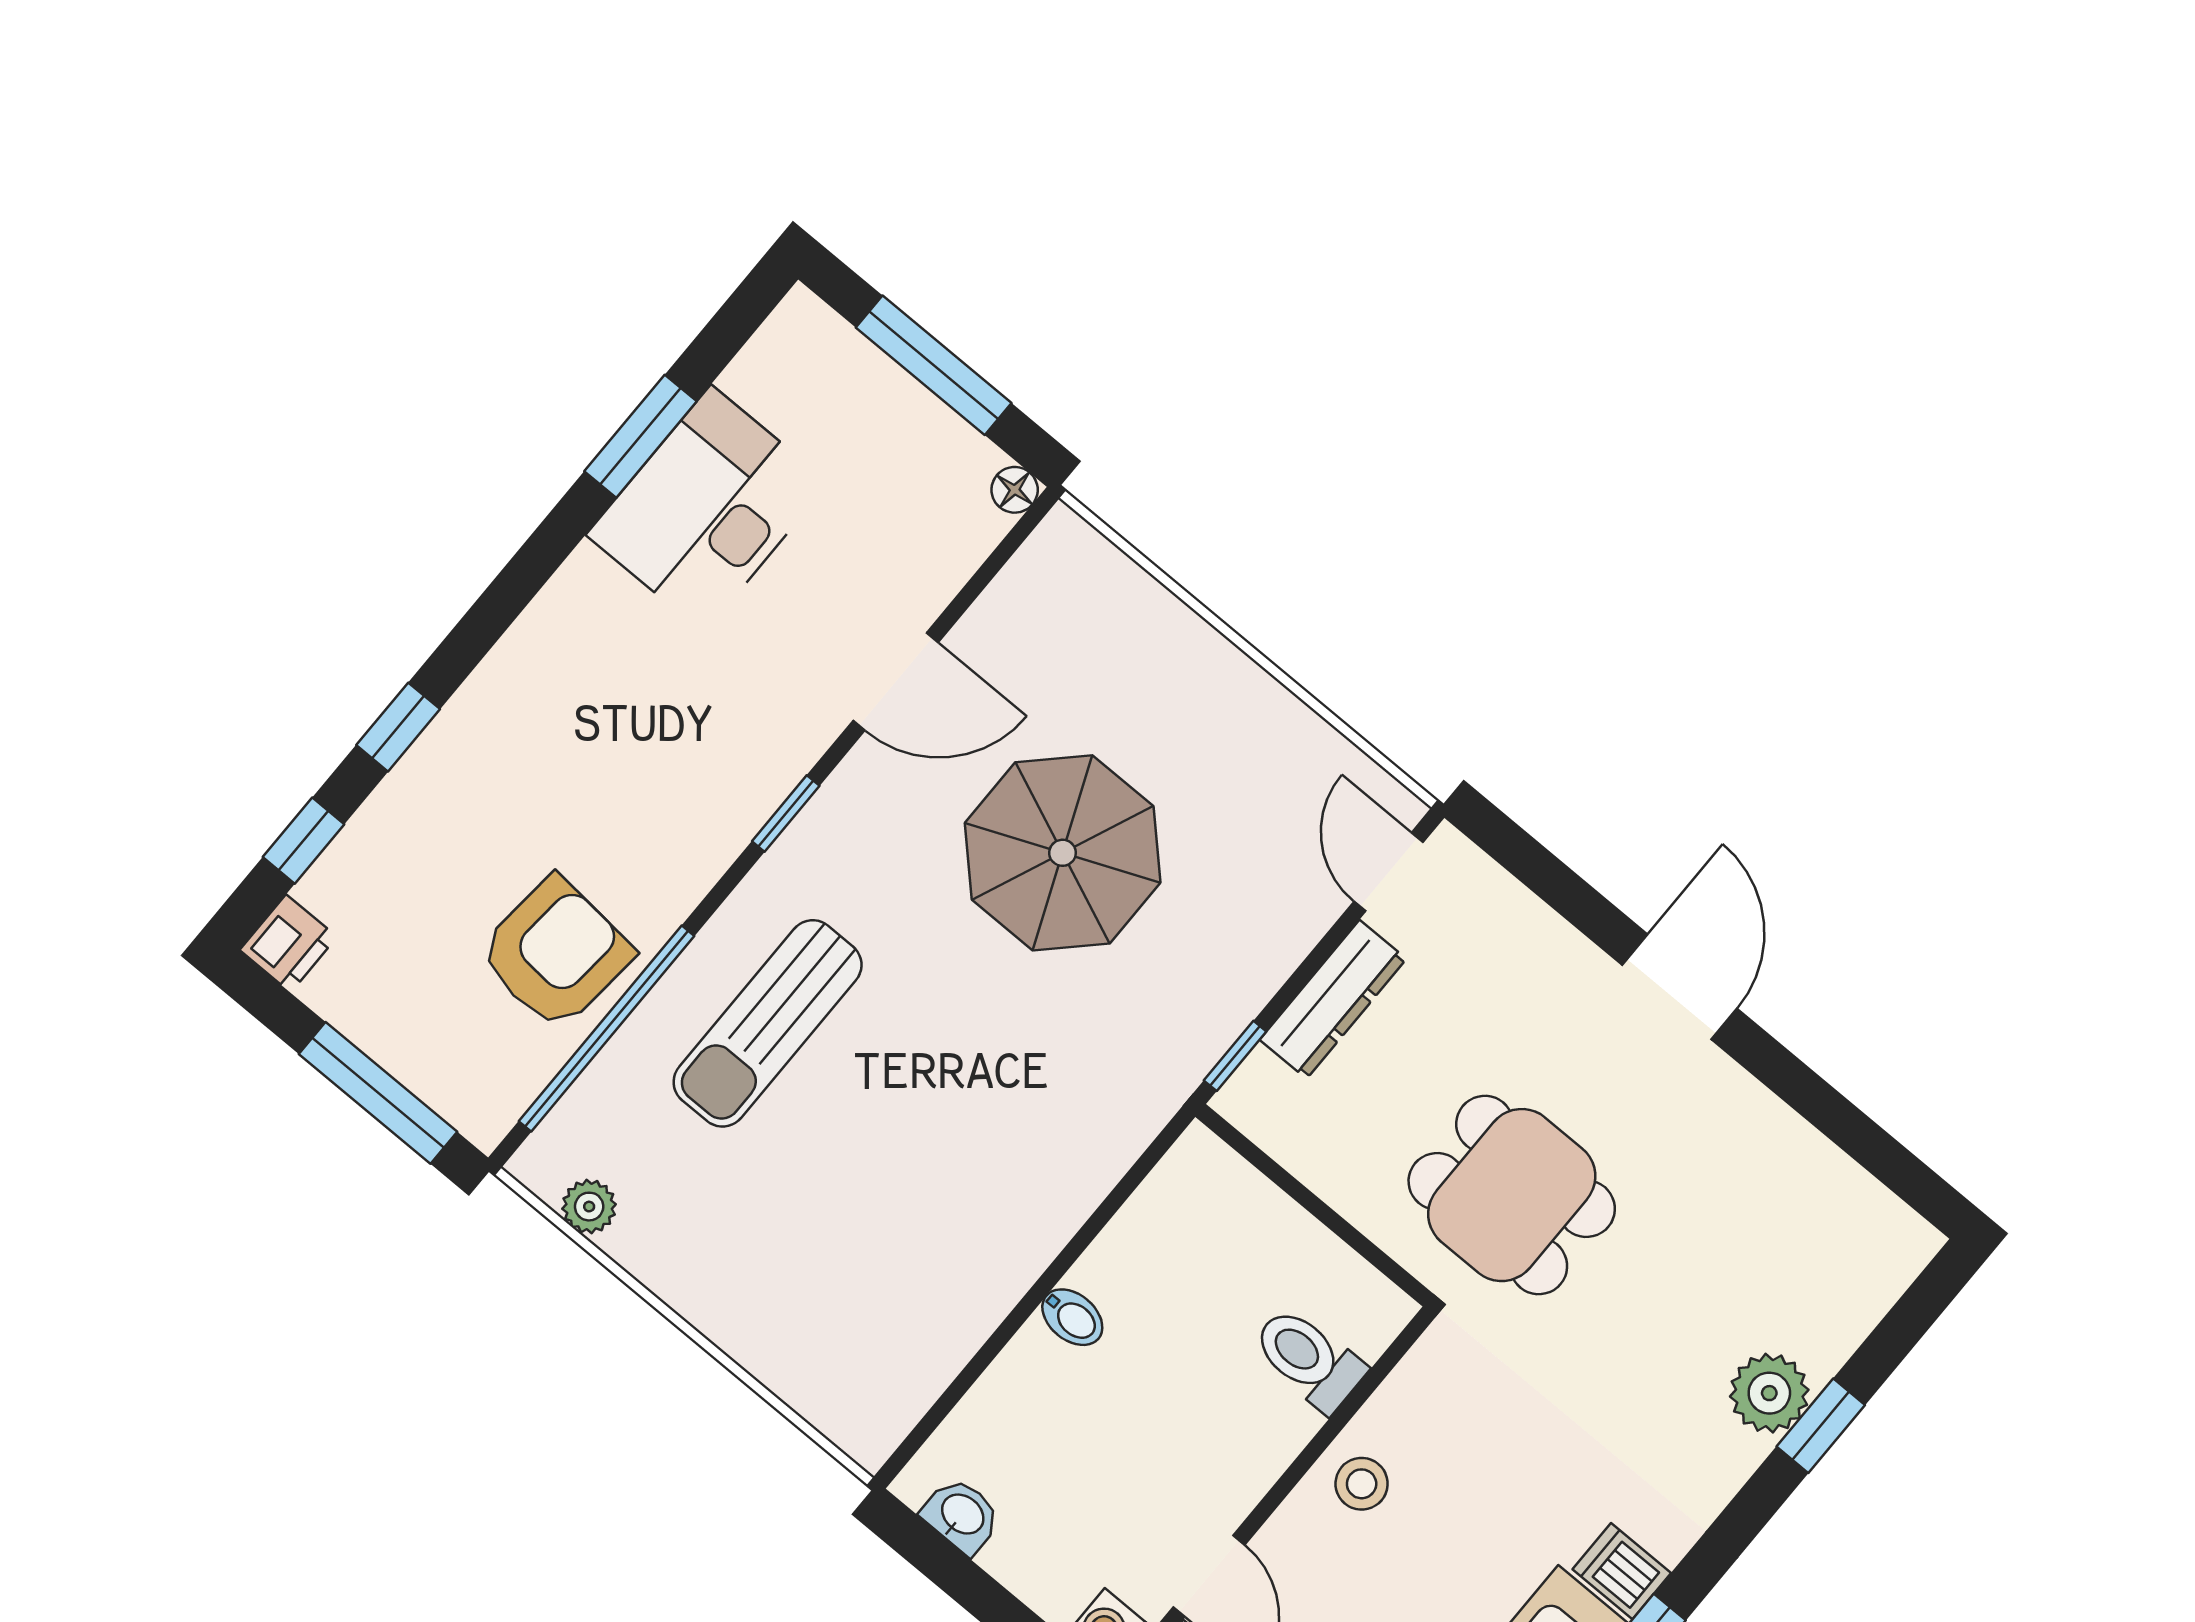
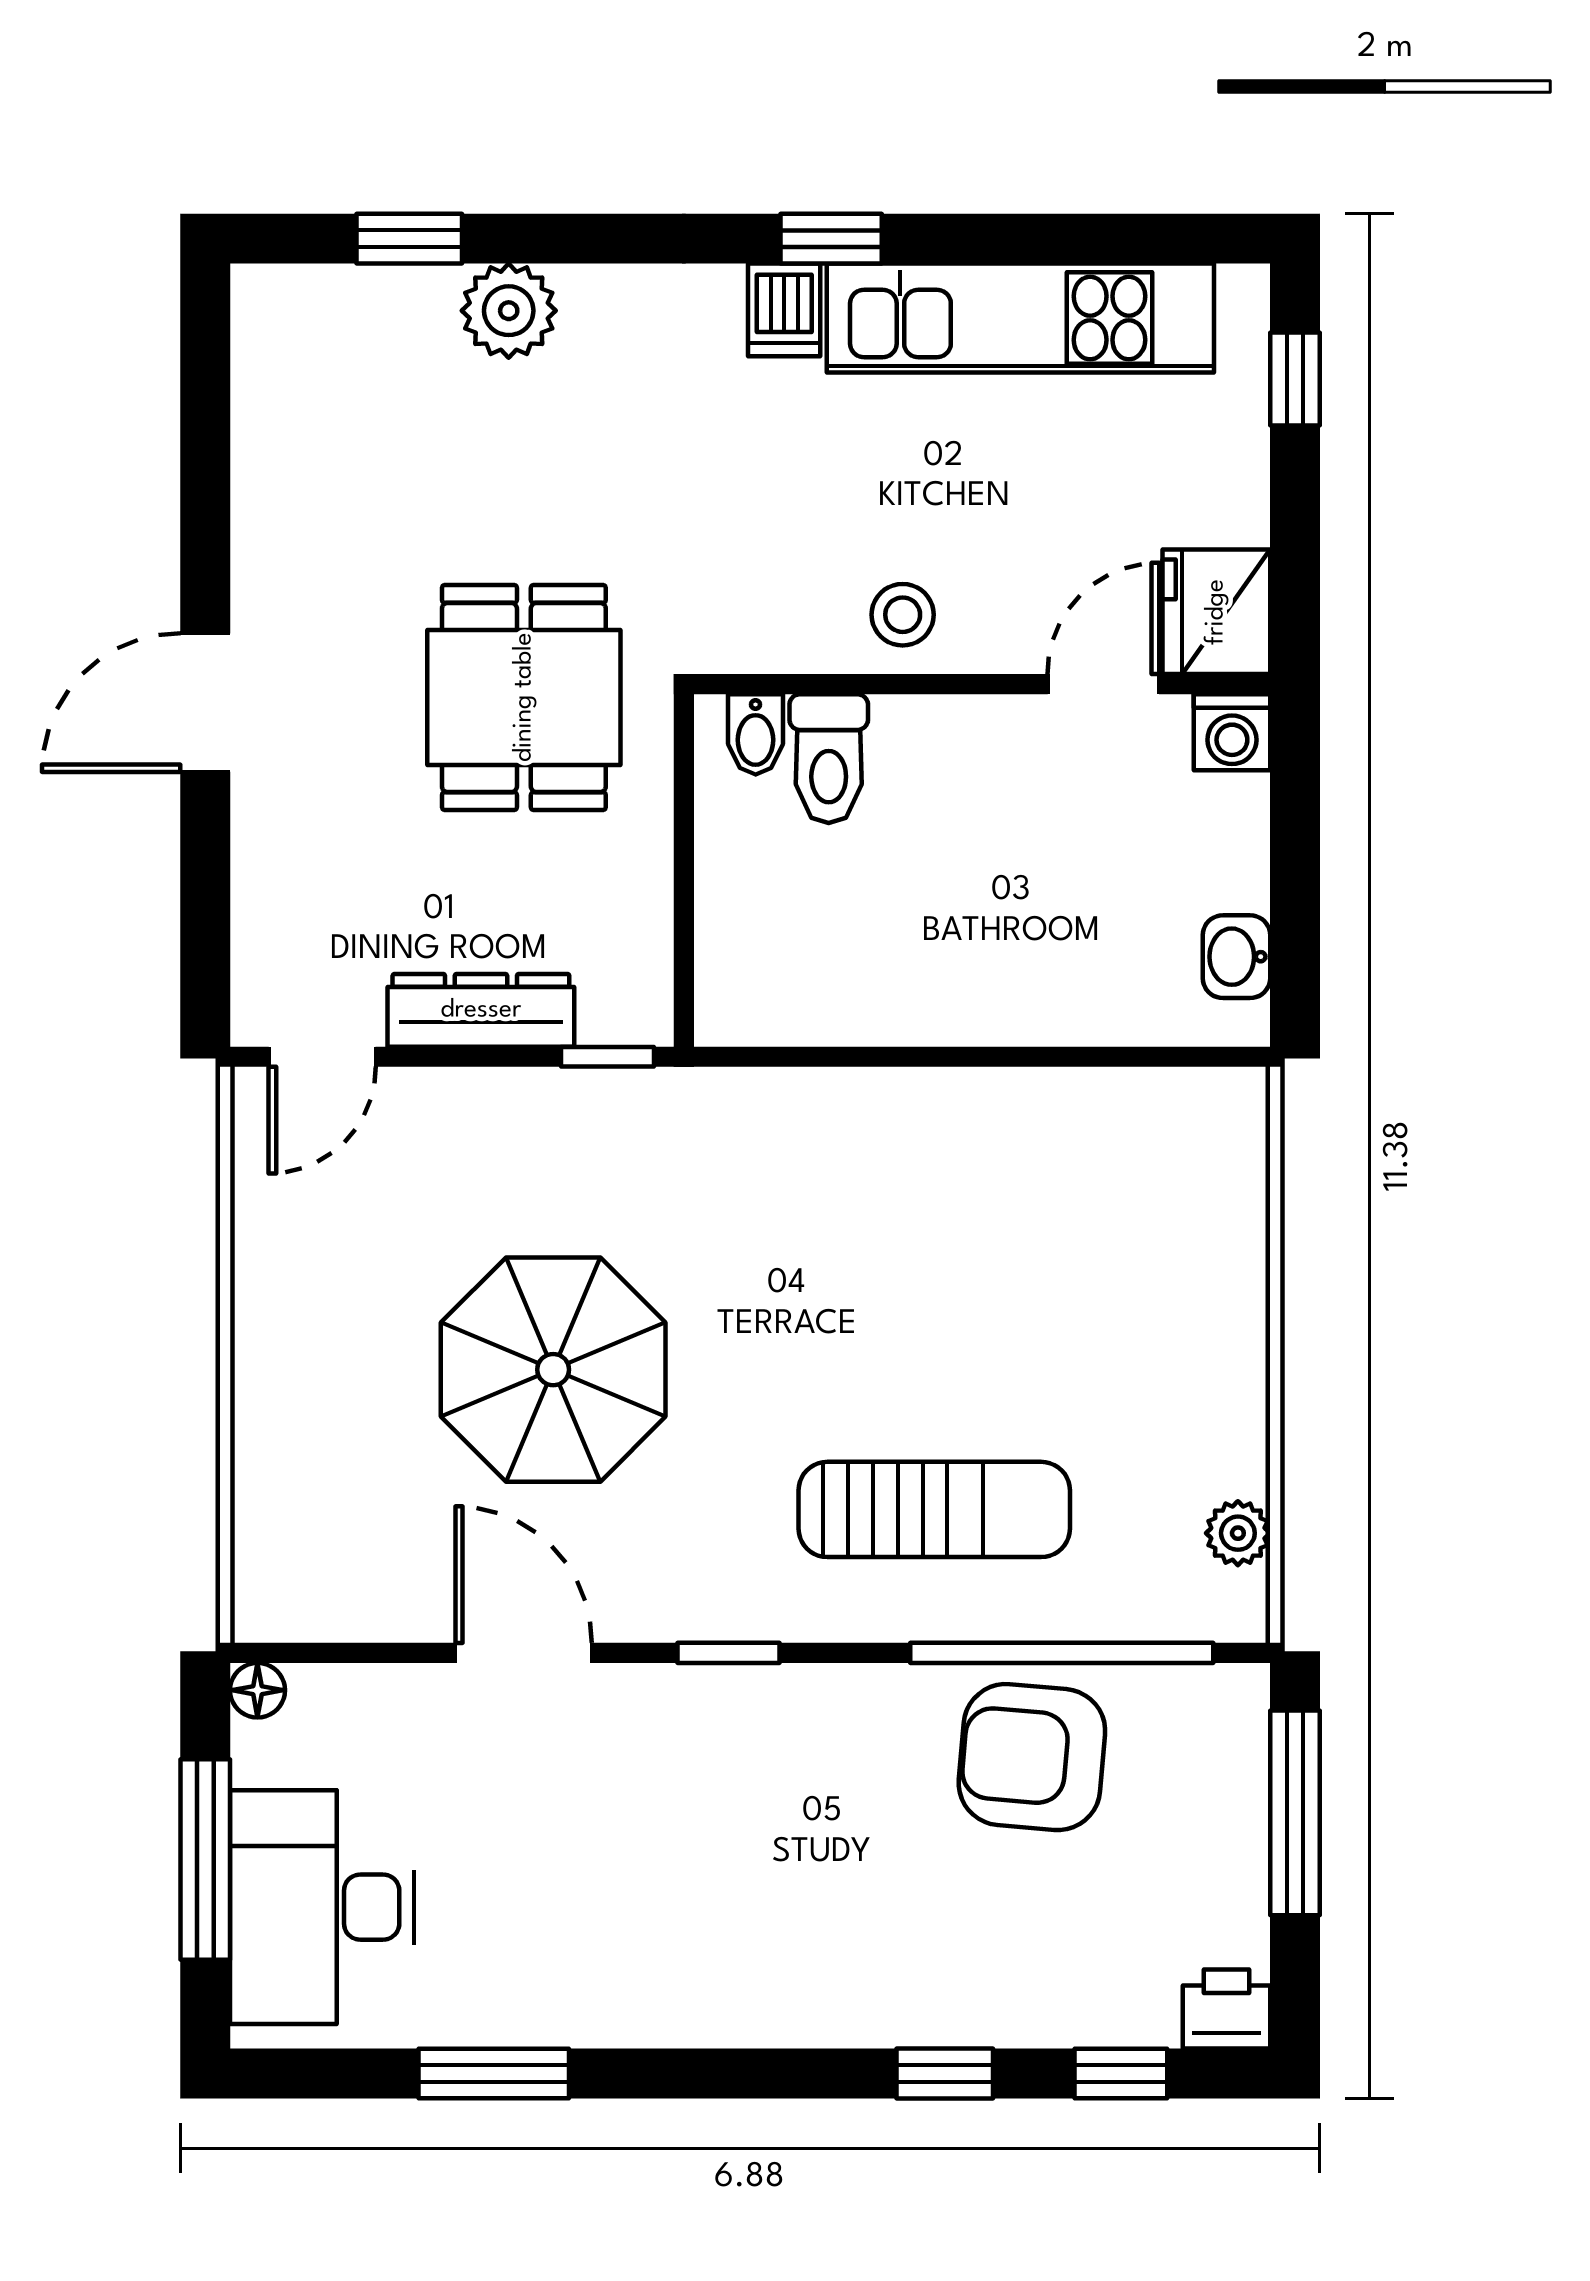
desk: (707, 509) -> (322, 1907), moved, turned 90
bidet: (1072, 1317) -> (756, 734), moved, turned 180
window: (1821, 1426) -> (409, 239), moved

